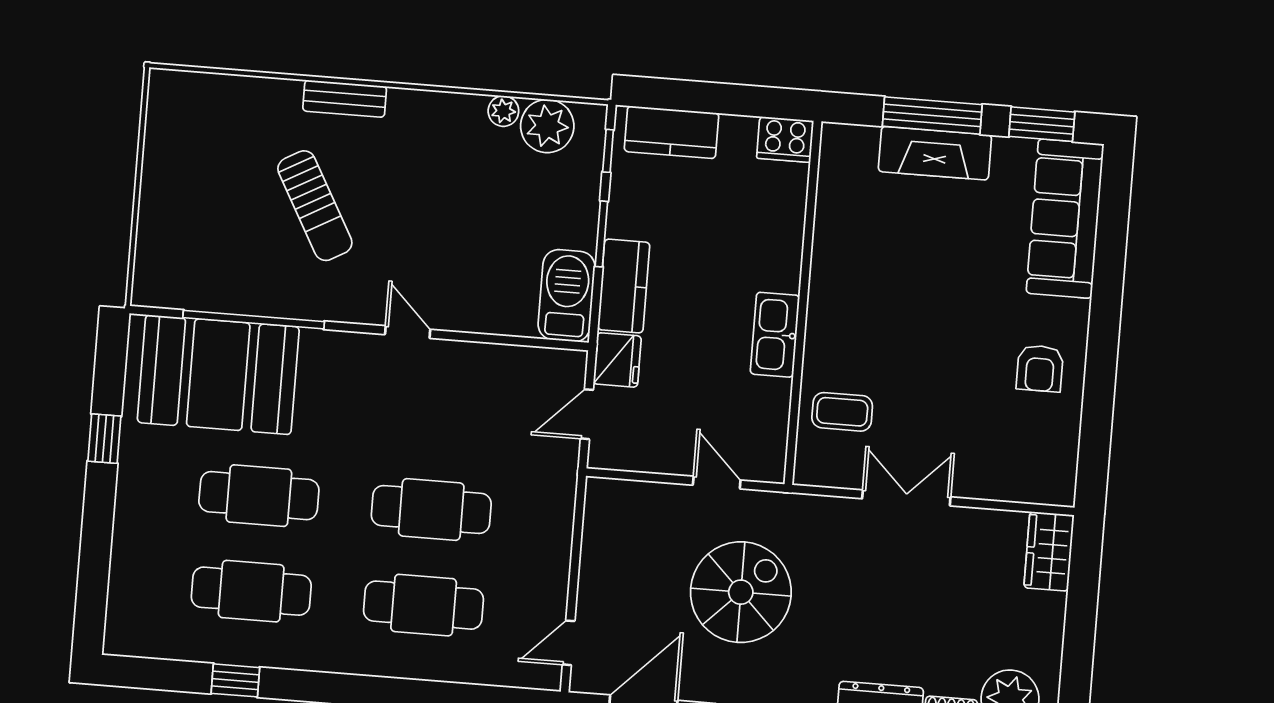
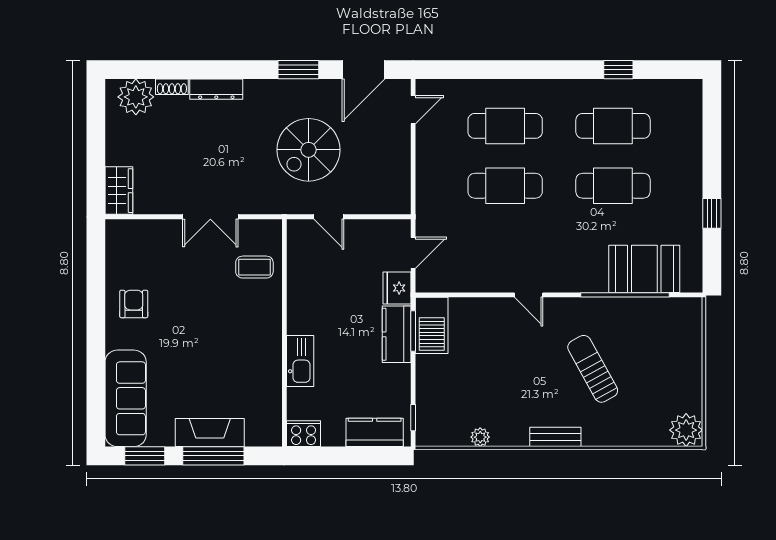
bench: (345, 99) -> (555, 437), moved
plant: (547, 126) -> (686, 430), moved
window: (601, 234) -> (413, 331), moved
kitchen sink: (775, 335) -> (300, 361), moved
booth: (218, 375) -> (644, 269), width x0.73, depth x0.70

